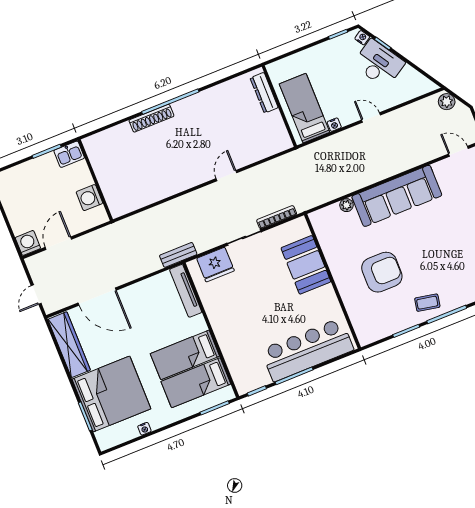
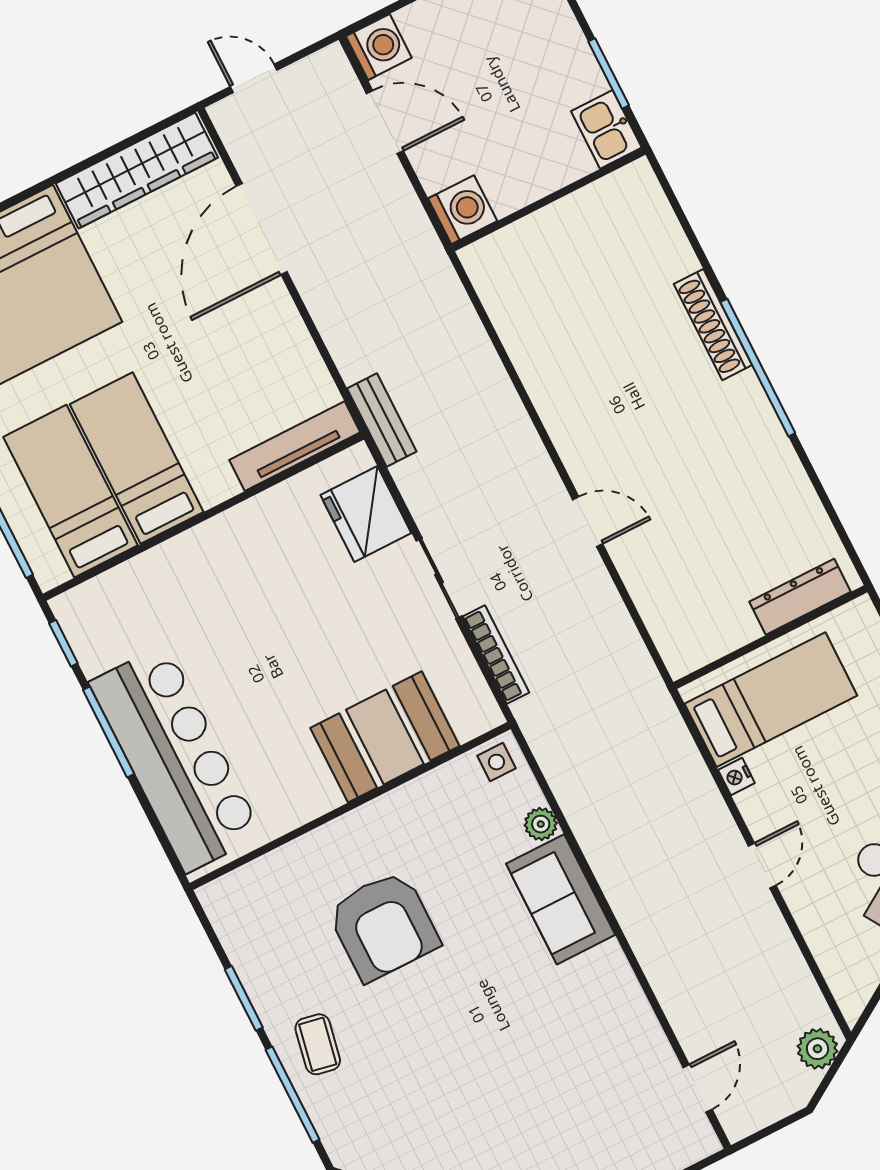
sofa: (397, 196) -> (561, 899), width x0.54, depth x0.79
washing machine: (89, 198) -> (463, 210), moved, turned 90
side table: (320, 221) -> (496, 762), added

